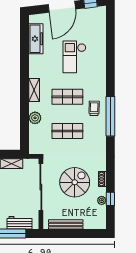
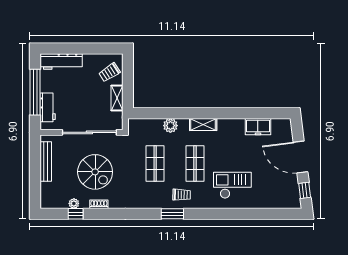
freezer: (36, 39) -> (258, 127), width x0.71
checkout: (74, 57) -> (232, 185), moved
window: (110, 116) -> (172, 214), width x0.47

